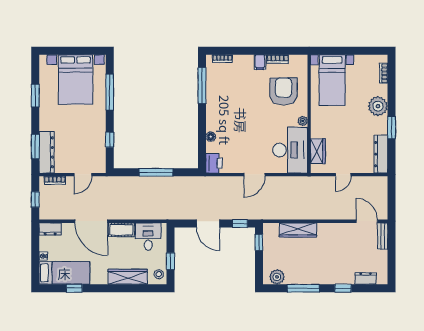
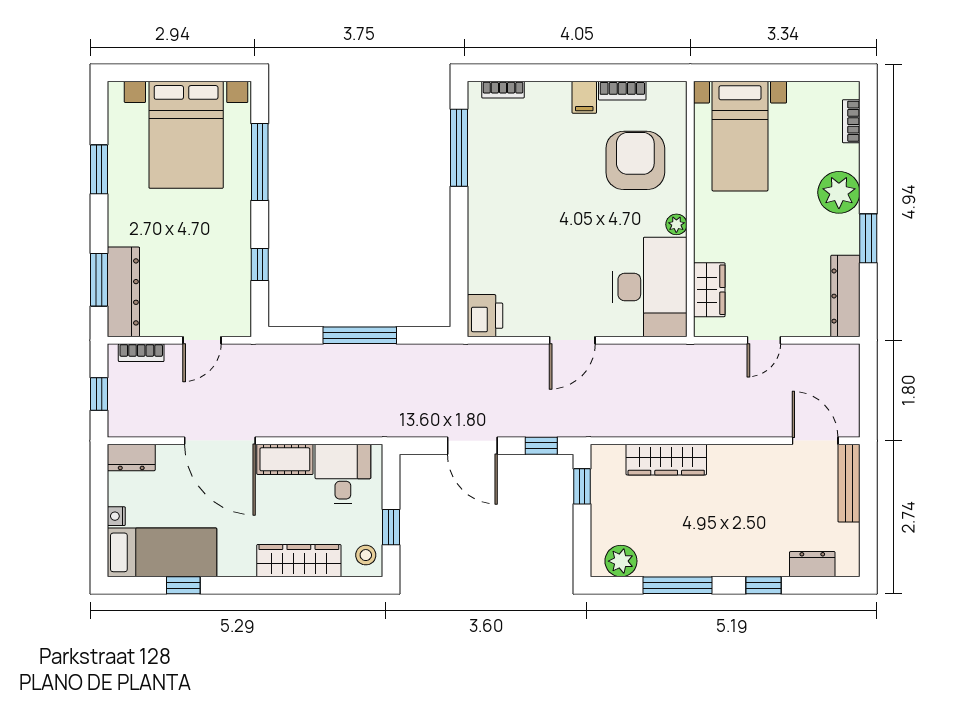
floor lamp: (211, 137) -> (478, 258), removed
bench: (383, 236) -> (849, 483), width x1.36

